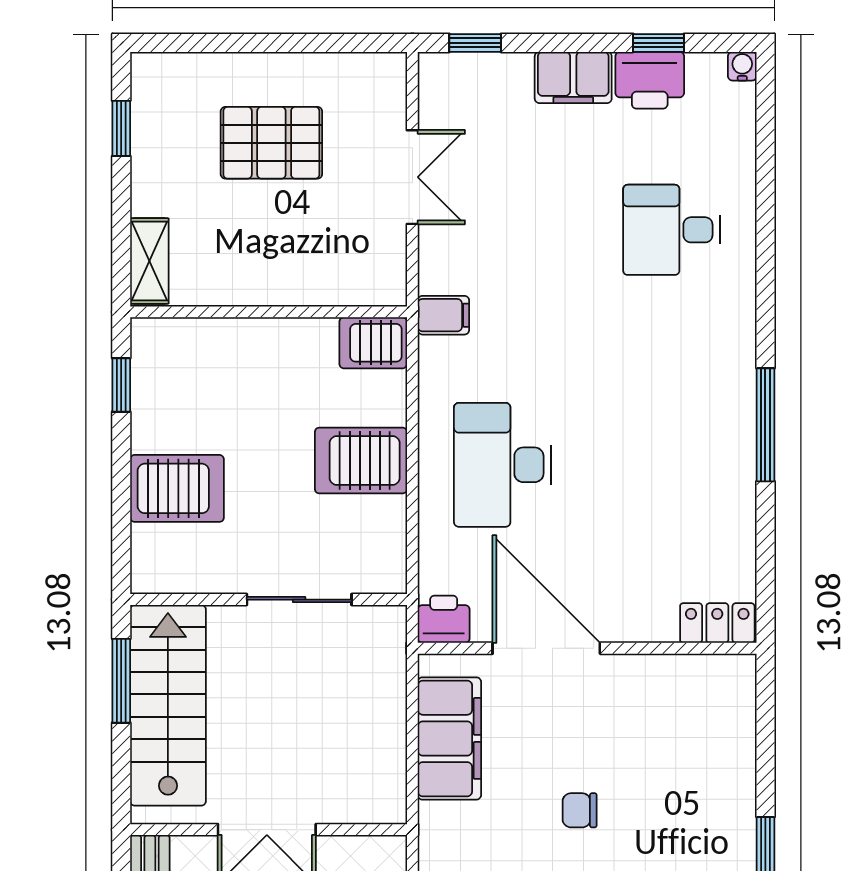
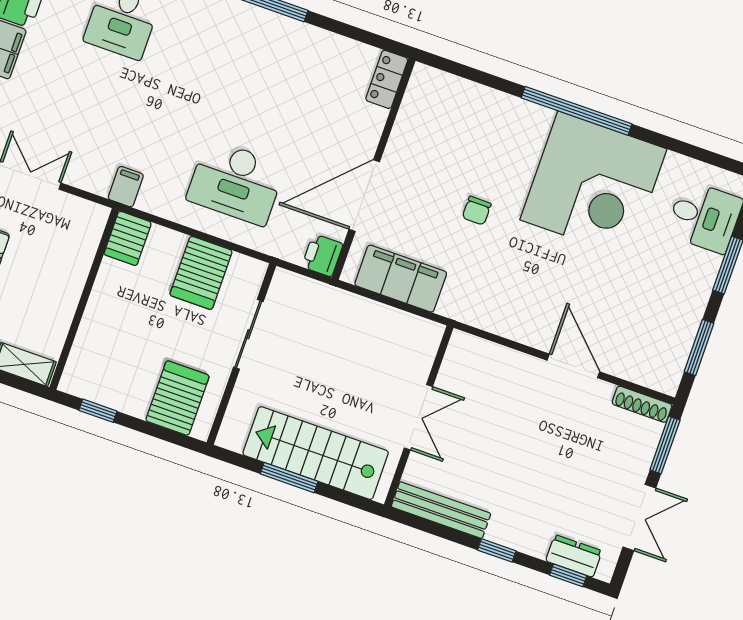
wall: (269, 600) -> (241, 354), moved
sliding door: (299, 600) -> (248, 334), moved

